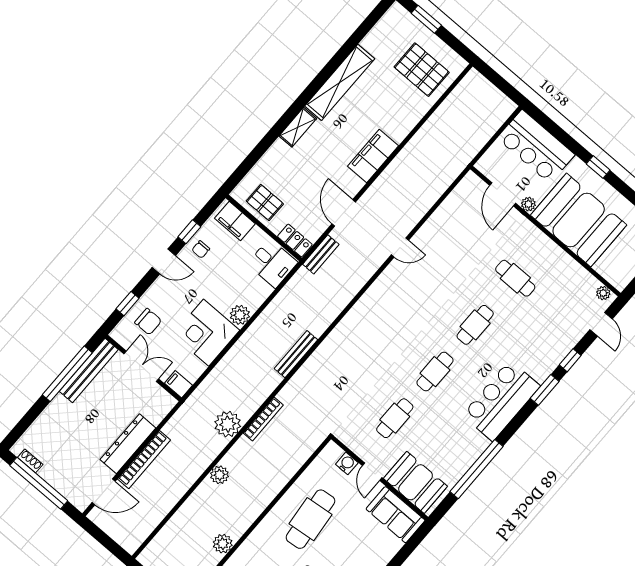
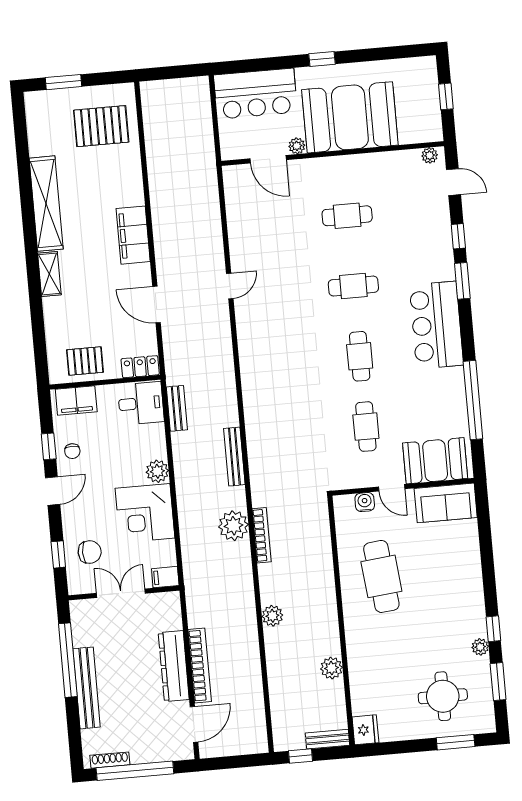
bench: (321, 254) -> (177, 408), moved
cafe table: (475, 325) -> (353, 286), turned 90
bench: (89, 370) -> (87, 688), moved
plant: (228, 424) -> (234, 526), moved
shoe rack: (30, 461) -> (110, 760), width x1.43

